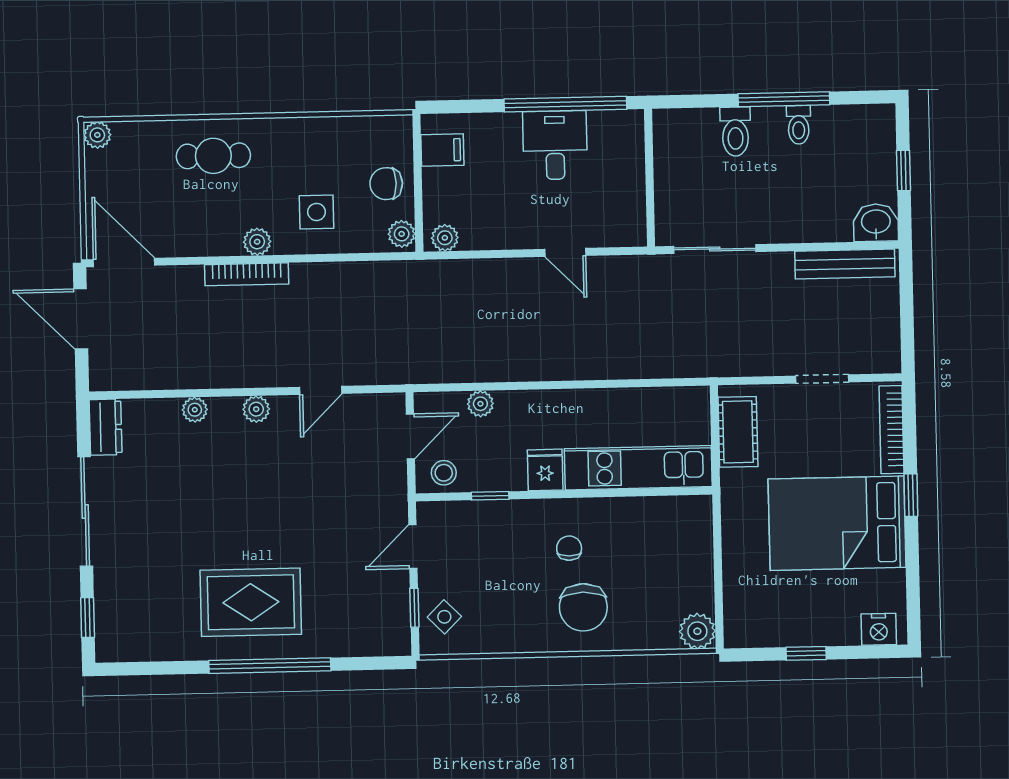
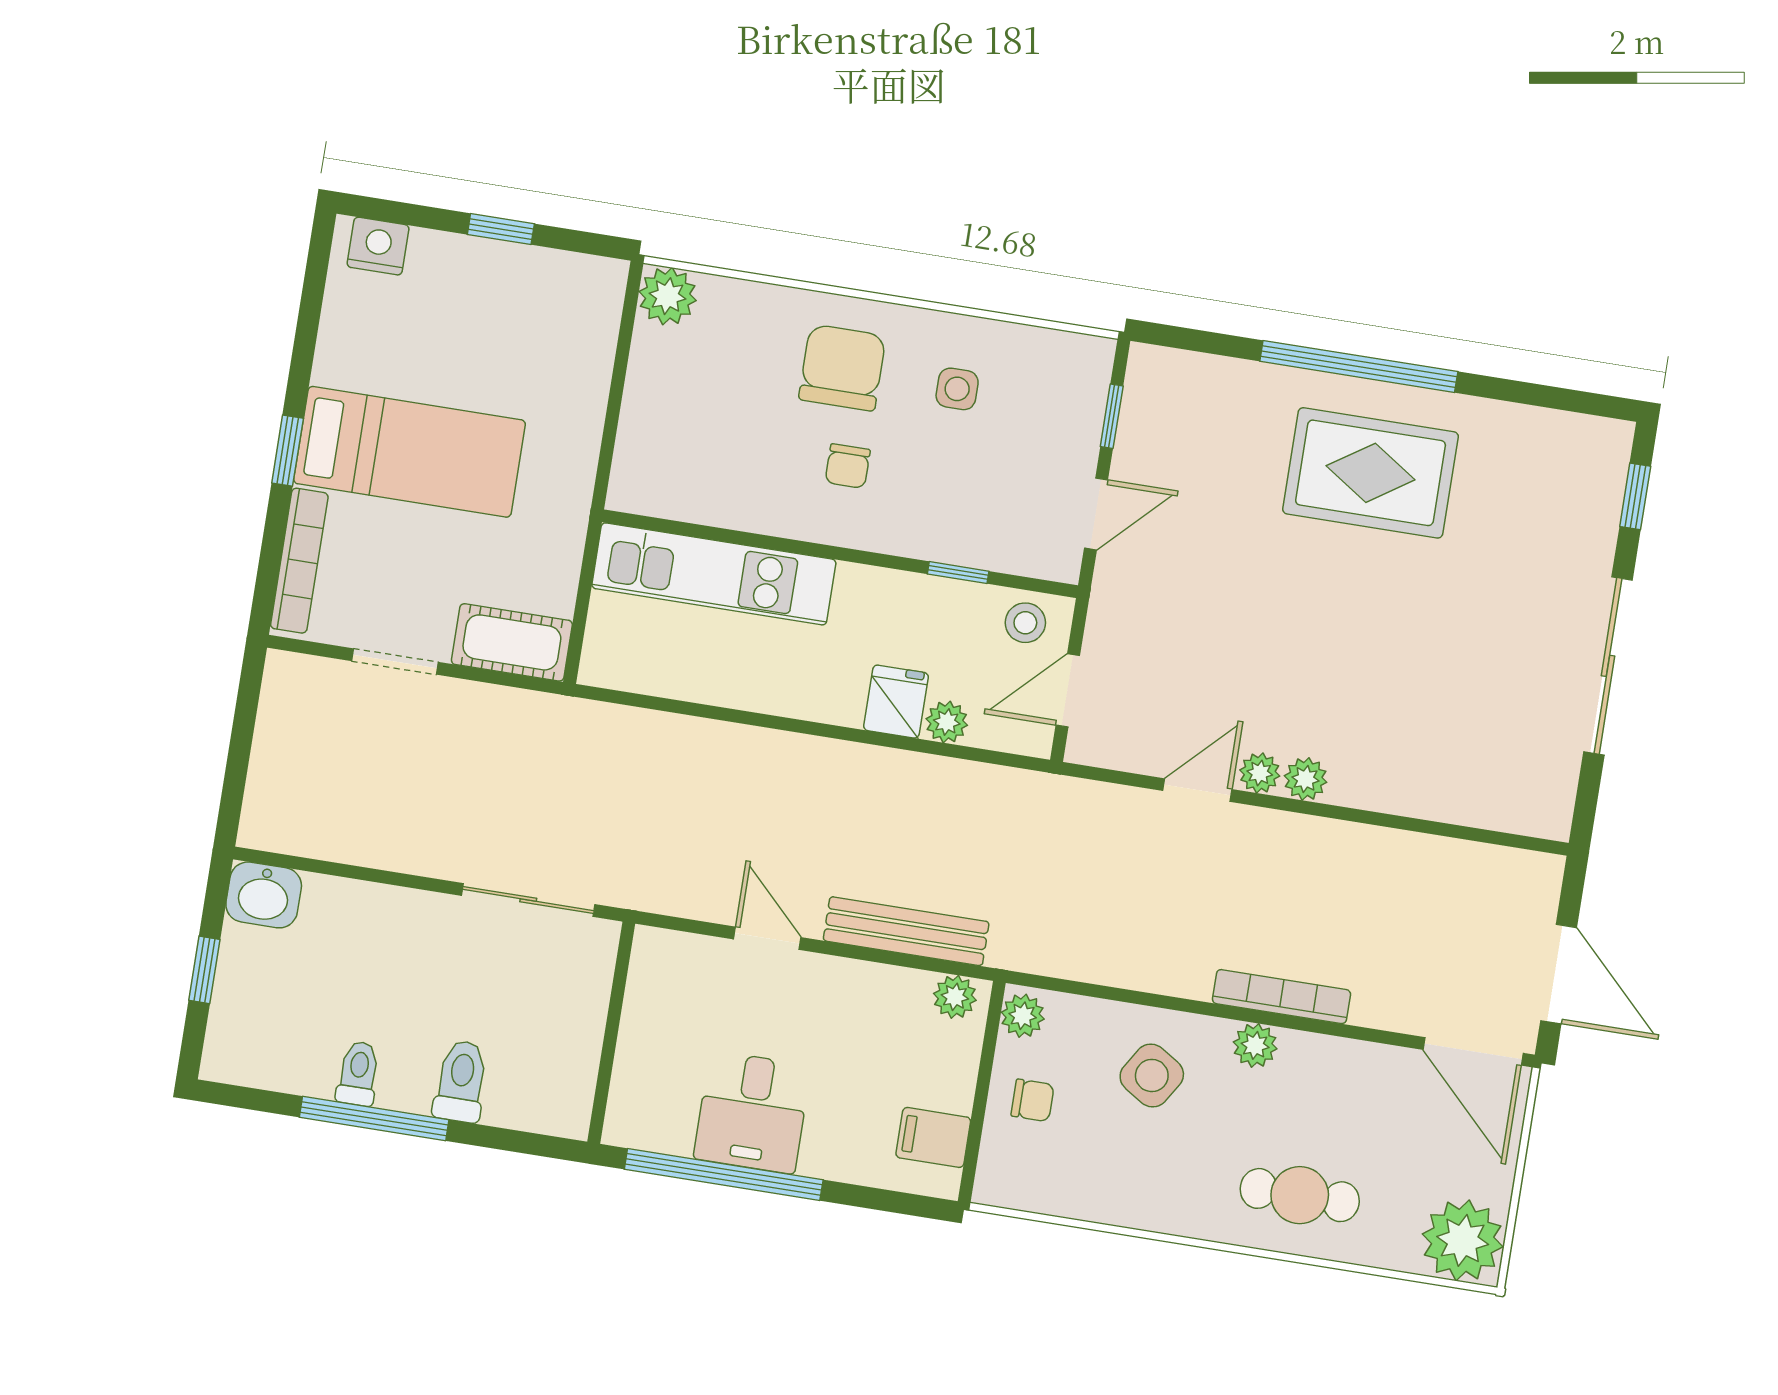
plant: (97, 135) -> (1463, 1240), width x1.88, depth x1.88
chair: (386, 184) -> (1033, 1100), width x0.73, depth x0.73
side table: (317, 212) -> (1152, 1075), turned 32
bench: (845, 264) -> (906, 931), moved
plant: (195, 410) -> (1260, 773), moved
dresser: (106, 427) -> (1551, 794), removed
cot: (738, 432) -> (512, 642), moved, turned 90
fridge: (545, 470) -> (896, 702), moved, turned 180
bed: (837, 523) -> (410, 452), width x0.67
side table: (444, 617) -> (957, 389), moved, turned 45

